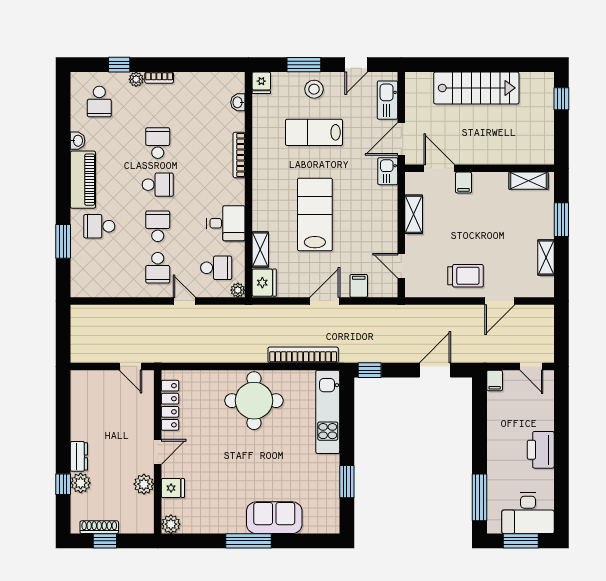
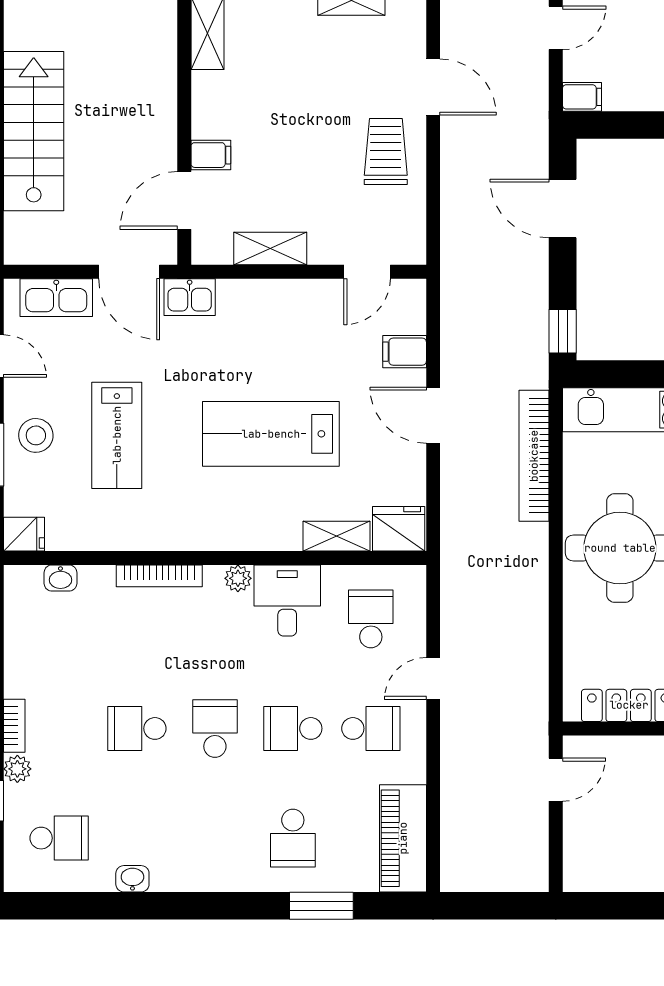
piano: (83, 180) -> (403, 838), moved, turned -90
plant: (238, 290) -> (238, 578), moved

